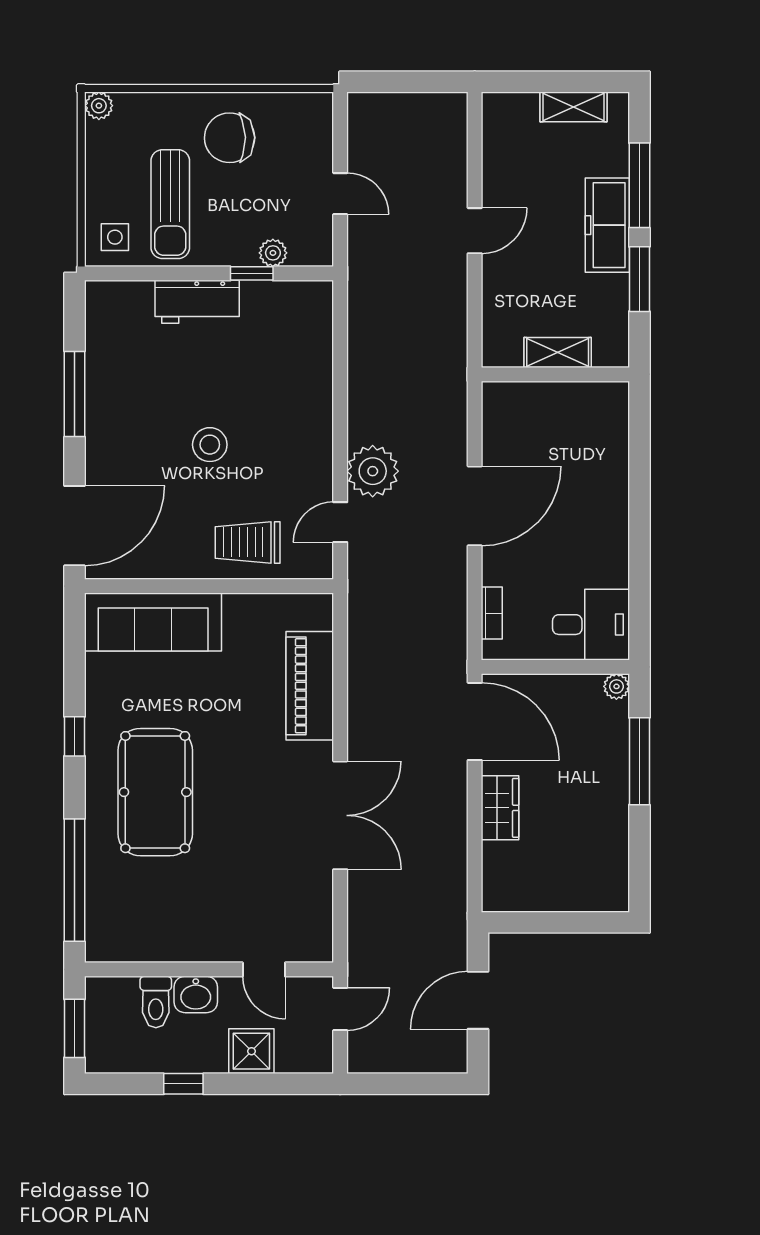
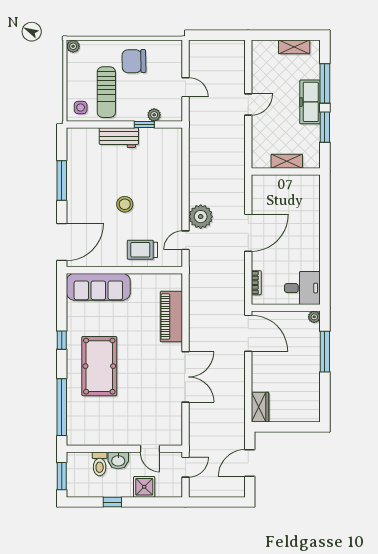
wardrobe: (500, 808) -> (260, 407), moved

